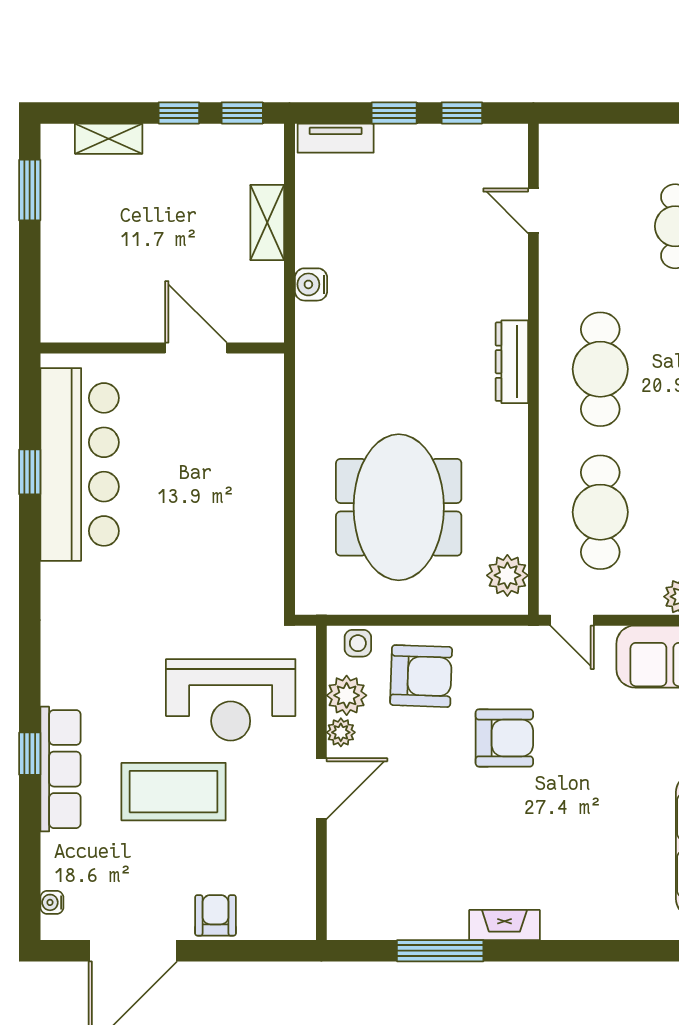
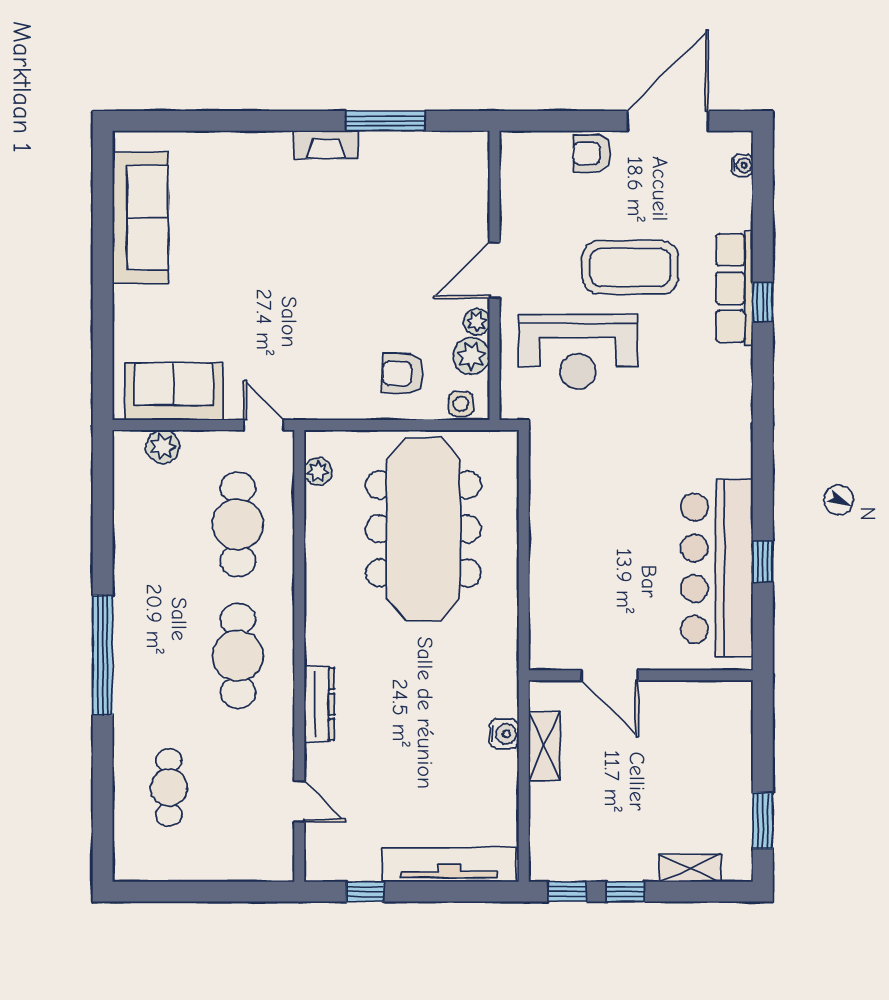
window: (394, 113) -> (427, 892), removed
tv unit: (336, 138) -> (449, 865), width x1.92, depth x1.29
shelving: (267, 222) -> (544, 746), moved
dresser: (512, 362) -> (319, 704), moved
meeting table: (399, 507) -> (423, 529), width x1.36
plant: (507, 575) -> (318, 471), width x0.73, depth x0.73
armchair: (421, 676) -> (403, 374), width x0.72, depth x0.72
reception desk: (231, 700) -> (578, 352), turned 180
armchair: (504, 738) -> (326, 317), removed
armchair: (216, 915) -> (592, 153), turned 90

